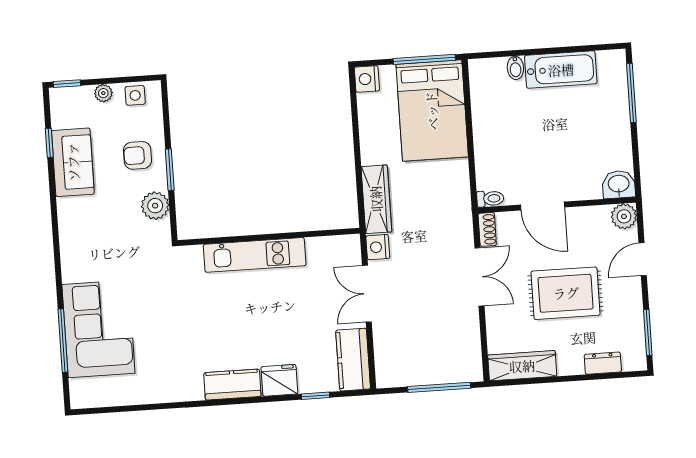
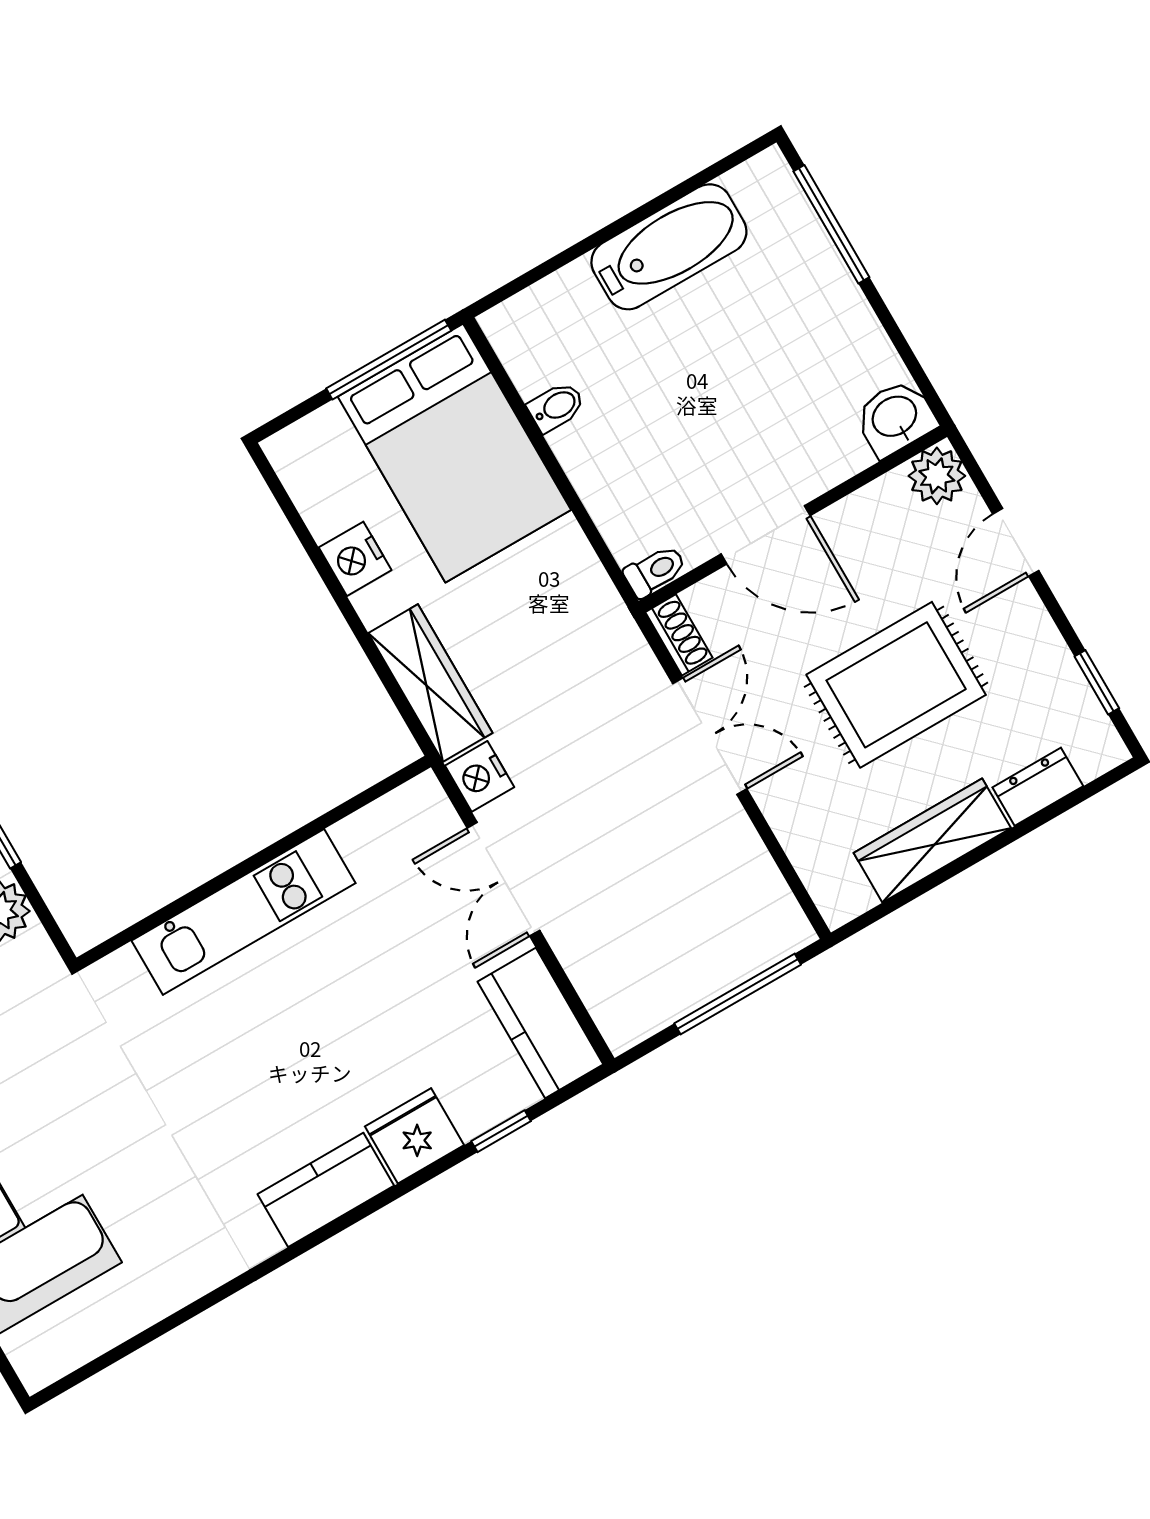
bidet: (515, 68) -> (556, 407), moved, turned -90
nightstand: (367, 79) -> (355, 559), moved
window: (648, 332) -> (1097, 682), width x0.67
wardrobe: (522, 366) -> (932, 841), moved

